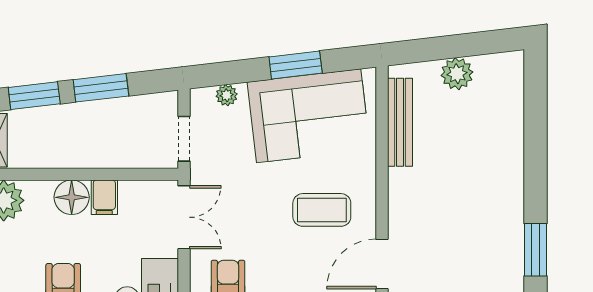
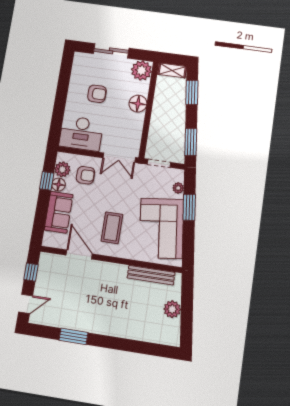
window: (296, 65) -> (189, 207), moved
window: (101, 88) -> (191, 142), moved
filing cabinet: (104, 197) -> (135, 120), removed

